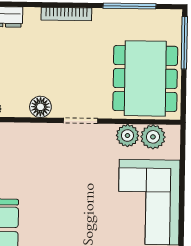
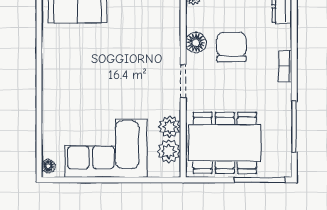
bookcase: (66, 14) -> (286, 66), width x0.64
chair: (46, 70) -> (232, 47), added

